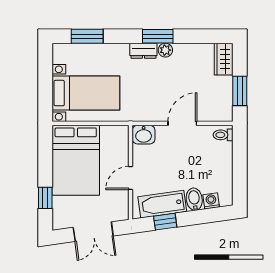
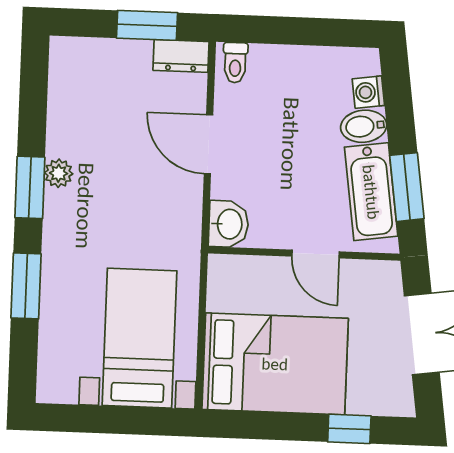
window: (87, 36) -> (26, 286), moved
dresser: (143, 51) -> (181, 56), moved, turned 90
wardrobe: (224, 59) -> (81, 56), removed
window: (165, 222) -> (407, 187), width x1.50

